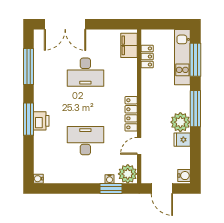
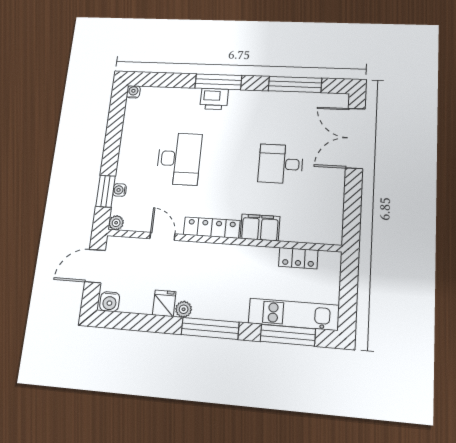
filing cabinet: (129, 45) -> (260, 227), moved
desk: (85, 72) -> (281, 164), width x0.73
plant: (180, 122) -> (184, 309), width x0.53, depth x0.53
plant: (128, 174) -> (116, 223), width x0.53, depth x0.53

